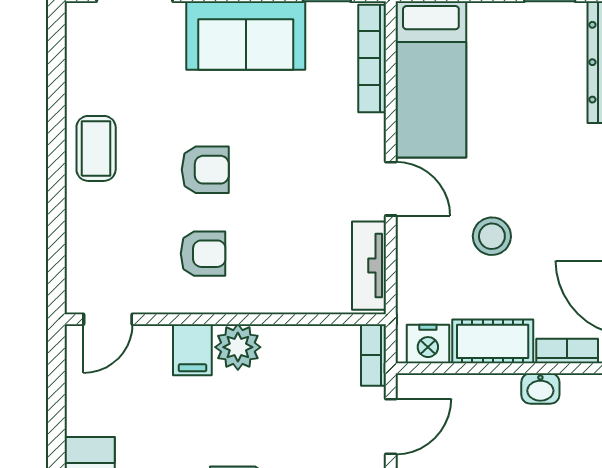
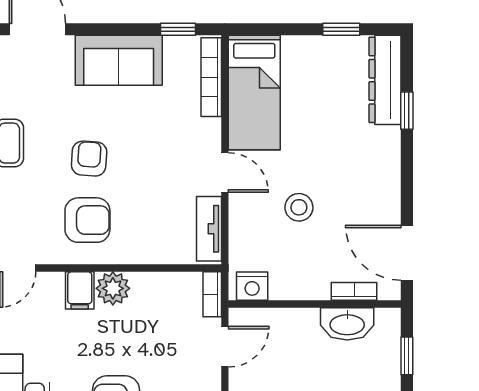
armchair: (205, 170) -> (89, 159), turned -86
armchair: (203, 254) -> (87, 220), width x1.38, depth x1.38
cot: (493, 341) -> (299, 284), removed
washbasin: (540, 389) -> (347, 324), width x1.91, depth x1.45

